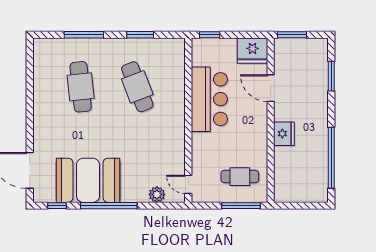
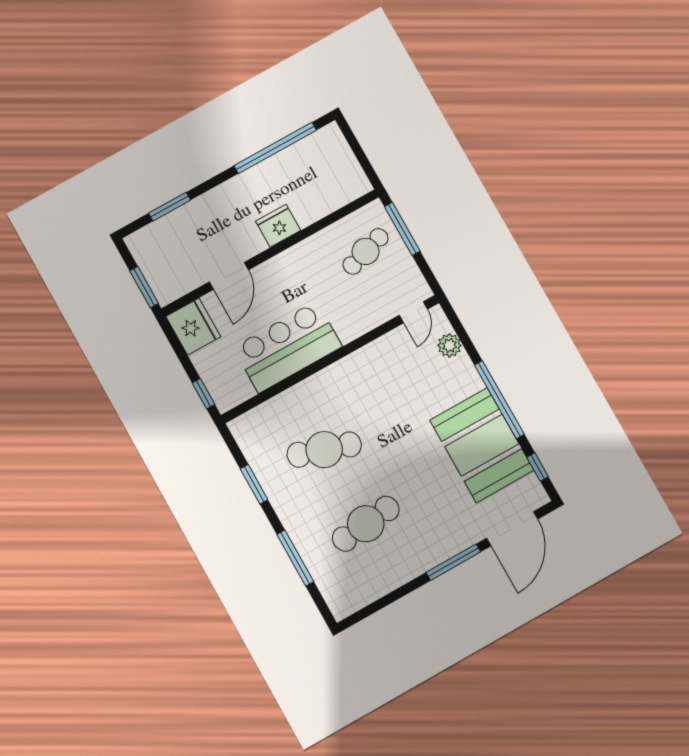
cafe table: (137, 87) -> (324, 450), turned 39
window: (30, 125) -> (453, 562), added
cafe table: (240, 177) -> (366, 251), turned 73

